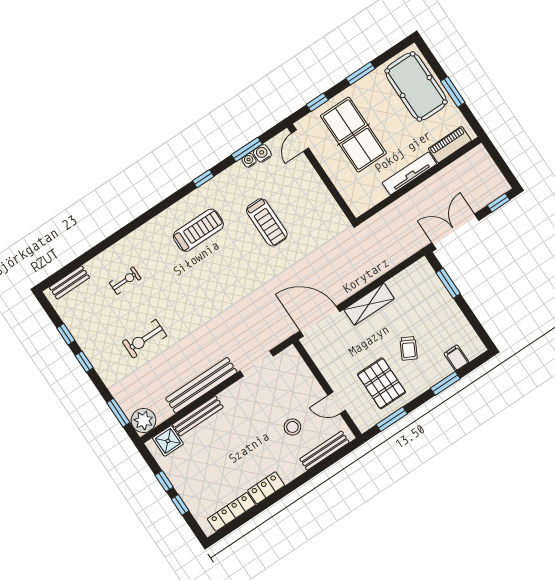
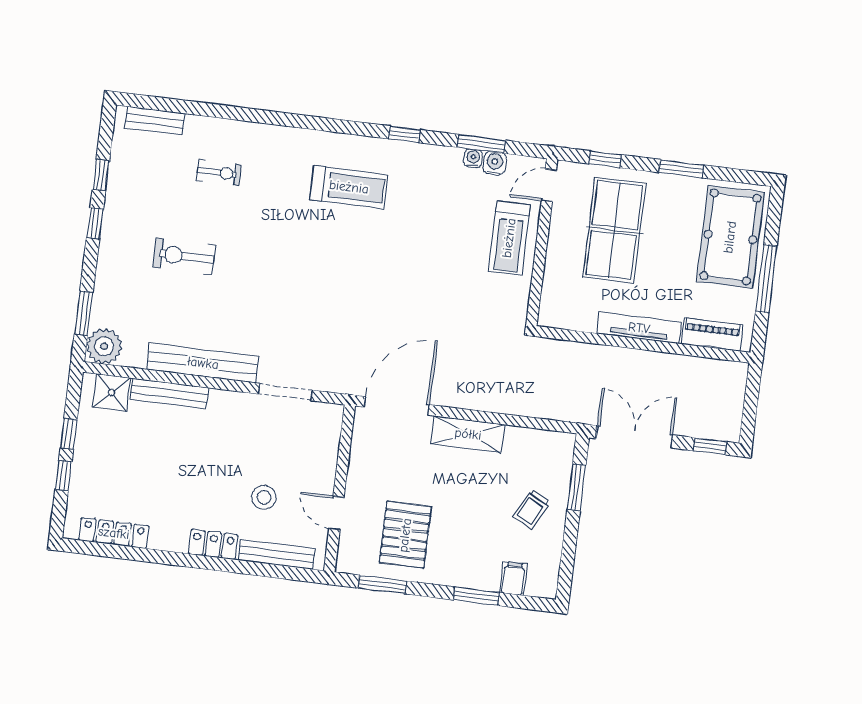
window: (453, 92) -> (766, 279), width x1.44
treadmill: (267, 222) -> (509, 238), moved
door: (320, 321) -> (397, 406), hinge flipped
trolley: (409, 348) -> (531, 509), moved
locker: (266, 488) -> (213, 544), moved

